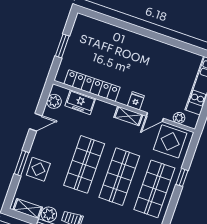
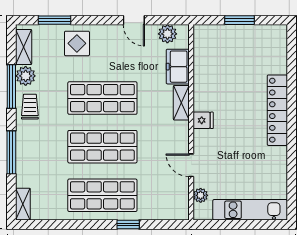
locker: (92, 86) -> (277, 110), moved, turned 180
fridge: (136, 101) -> (203, 120), moved
shelving: (128, 116) -> (181, 103), moved
display table: (170, 141) -> (168, 194), removed
window: (22, 163) -> (54, 20), moved

